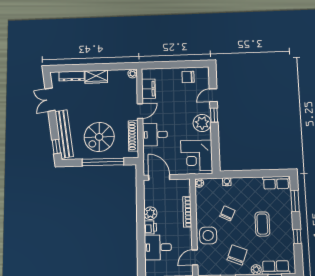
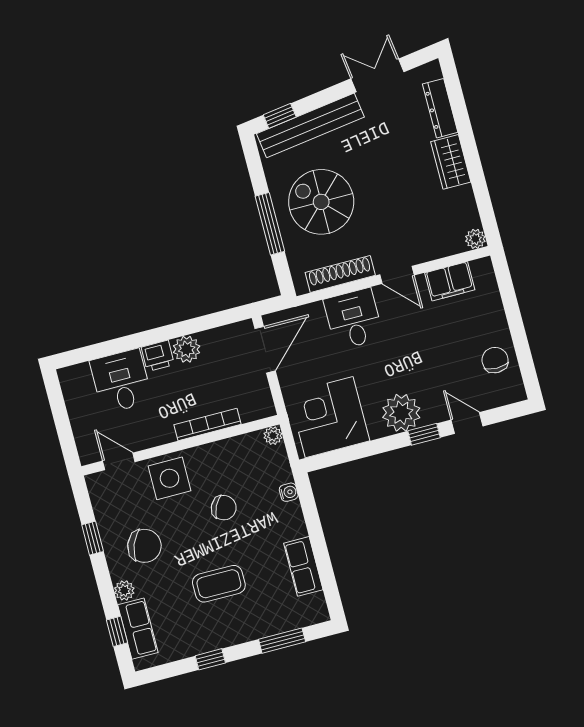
window: (103, 162) -> (270, 224), width x0.68
row of seats: (276, 183) -> (303, 566), moved

